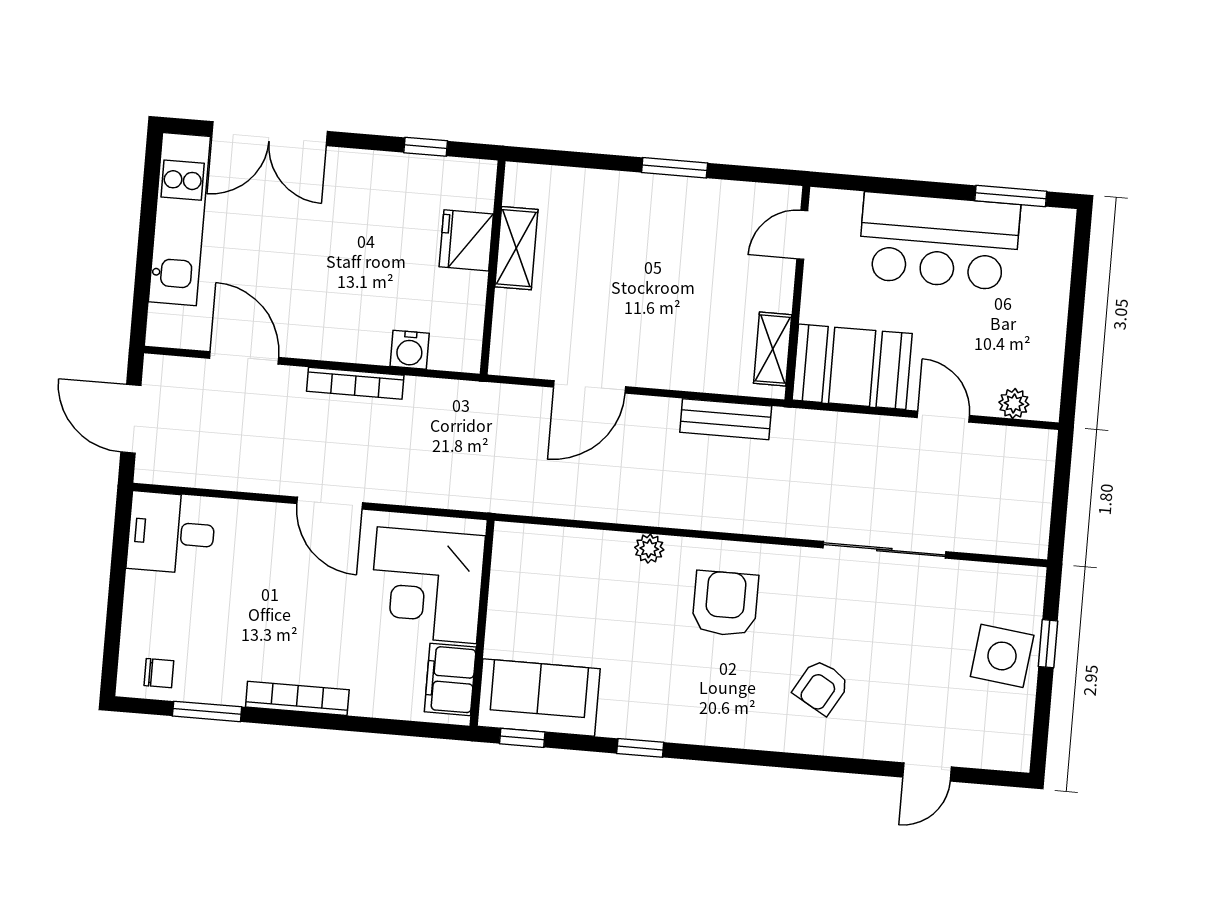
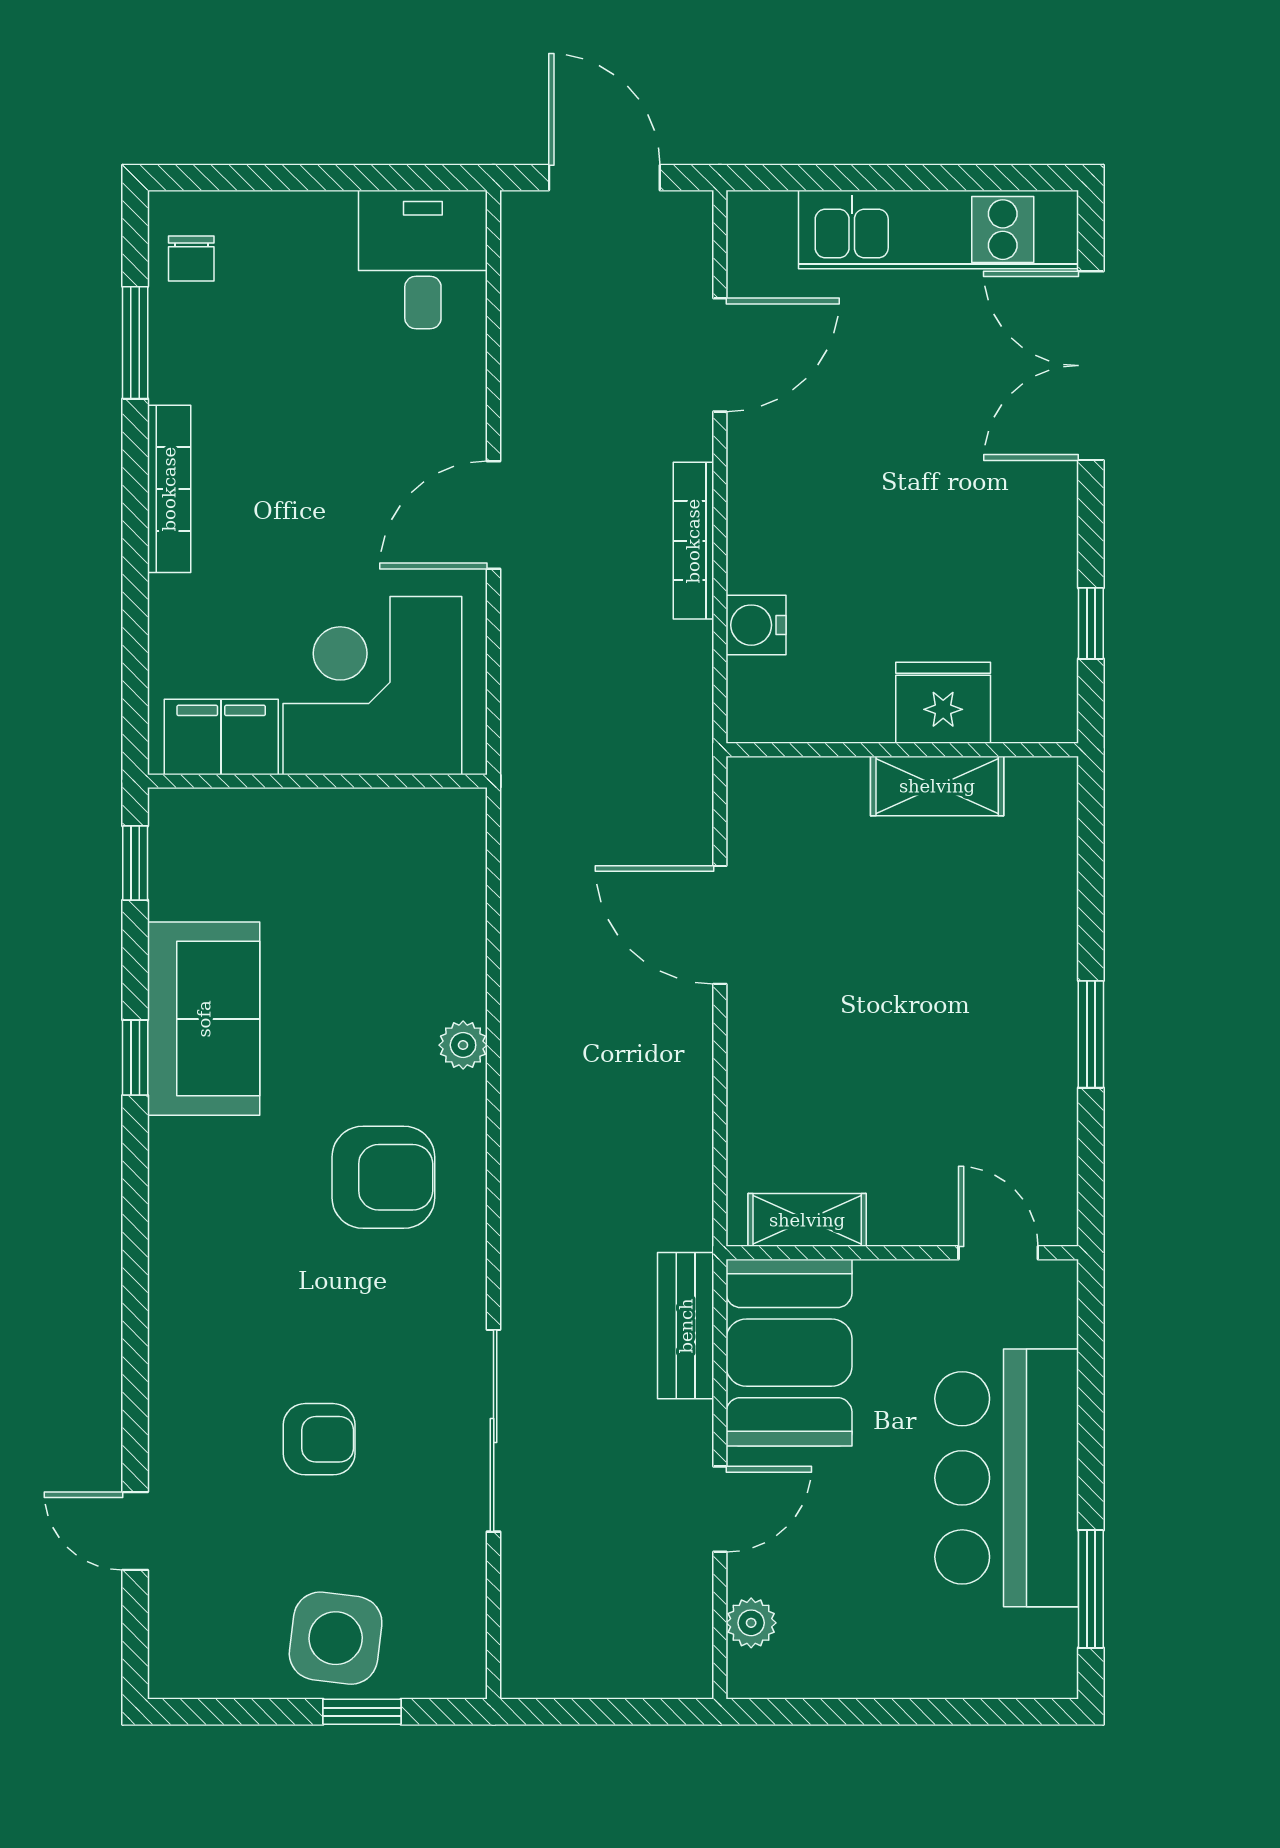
door: (131, 419) -> (604, 178), hinge flipped
bench: (726, 419) -> (686, 1326), moved
armchair: (821, 687) -> (319, 1439), moved, turned 150
sofa: (539, 698) -> (204, 1019), moved

